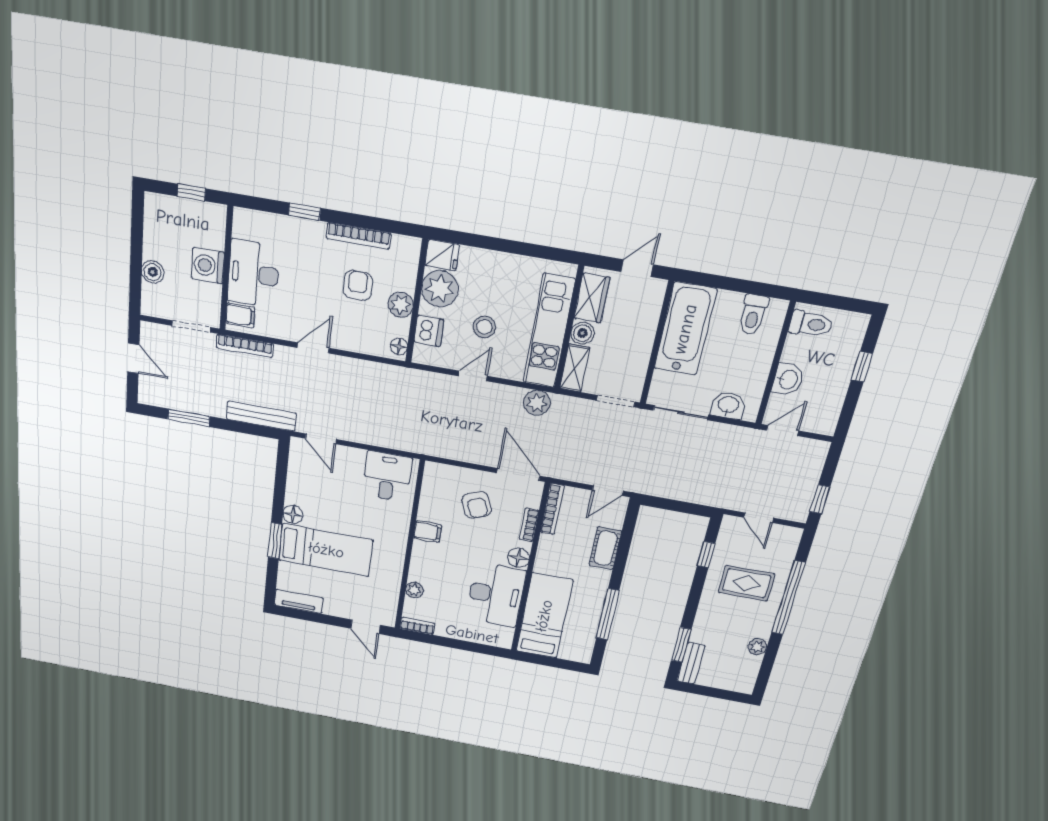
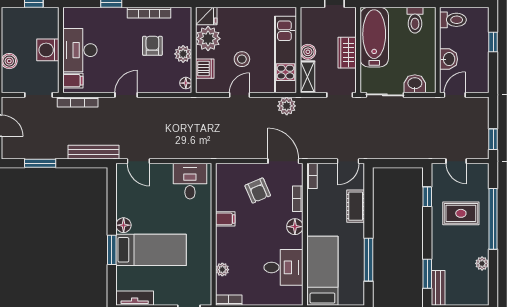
wardrobe: (592, 298) -> (347, 53), moved, turned 180
bookcase: (552, 509) -> (312, 176), width x0.64
desk: (496, 595) -> (284, 267), width x0.73

